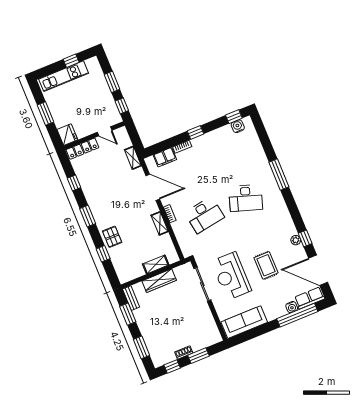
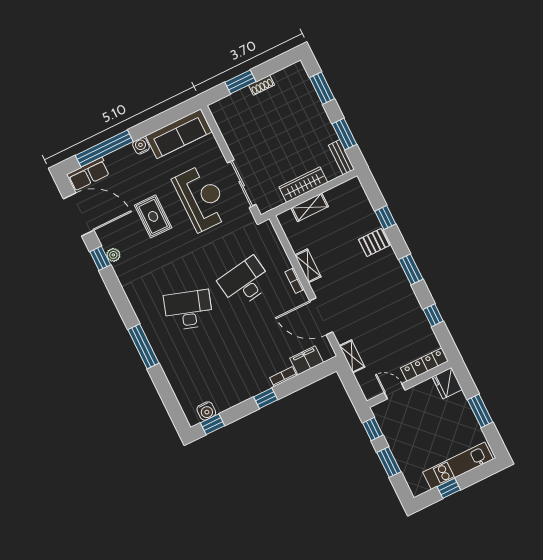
pallet: (112, 237) -> (374, 242), turned 90
water cooler: (292, 307) -> (141, 146), moved
window: (172, 366) -> (277, 64), removed

